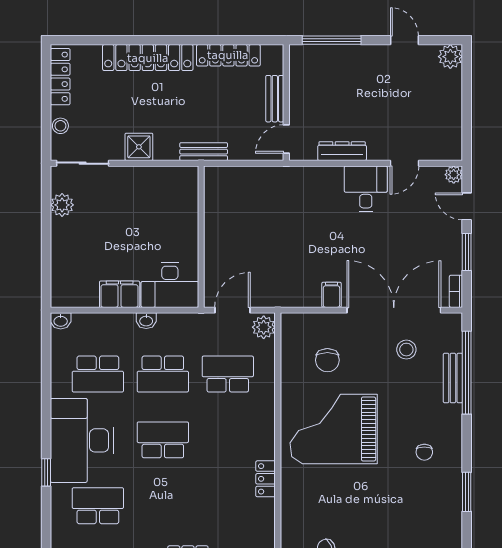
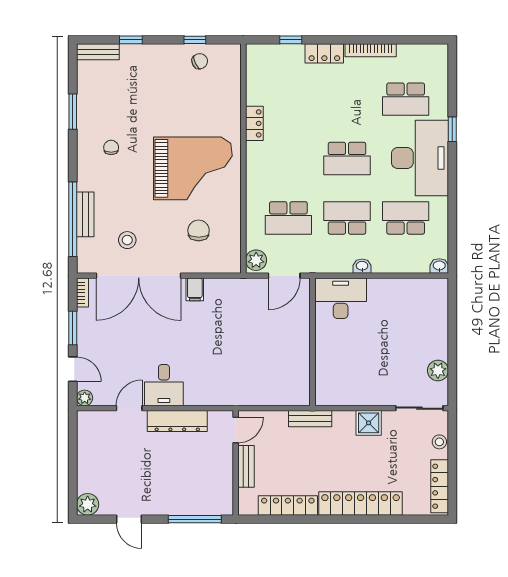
dresser: (342, 151) -> (177, 421), width x1.37, depth x1.24
filing cabinet: (120, 294) -> (386, 290), removed

